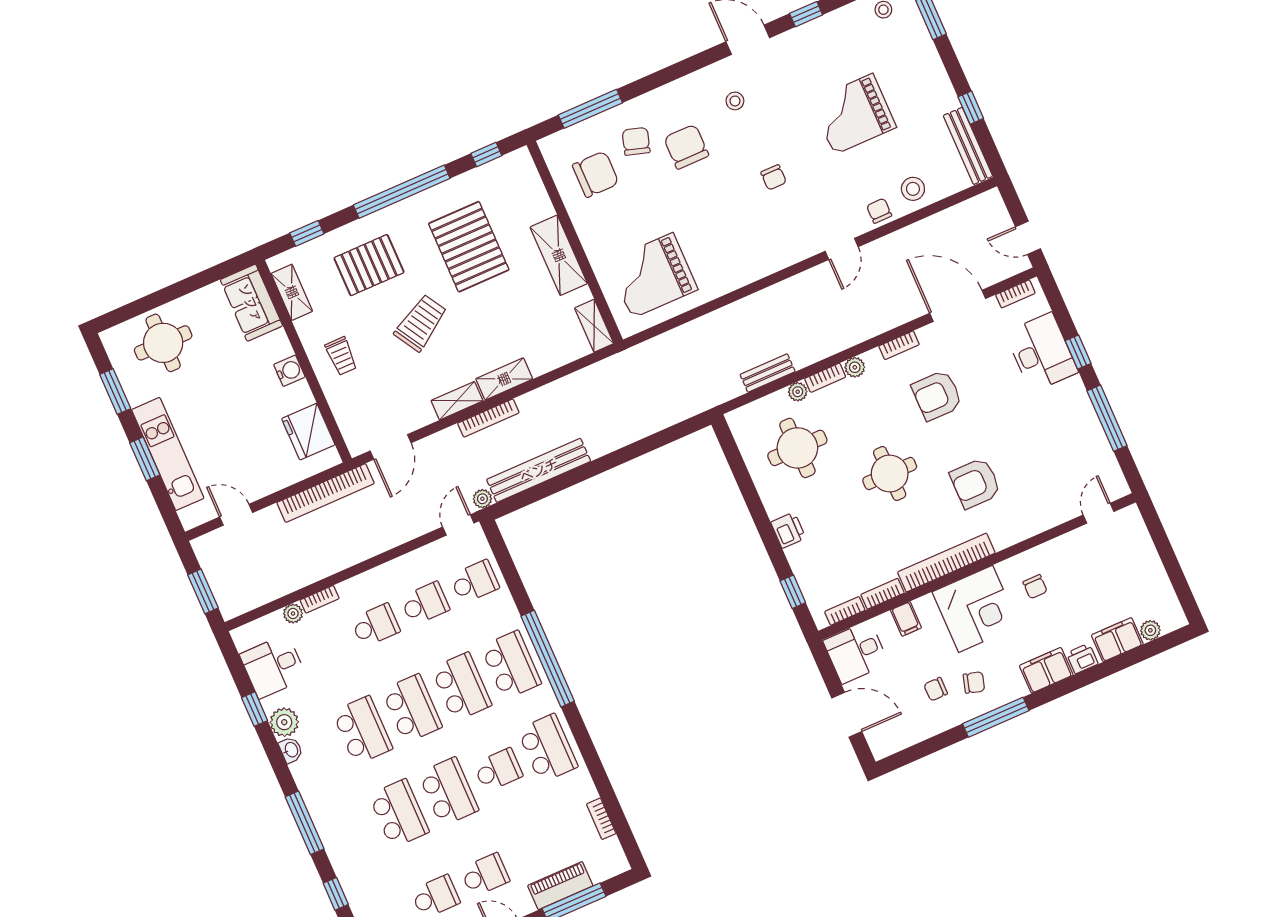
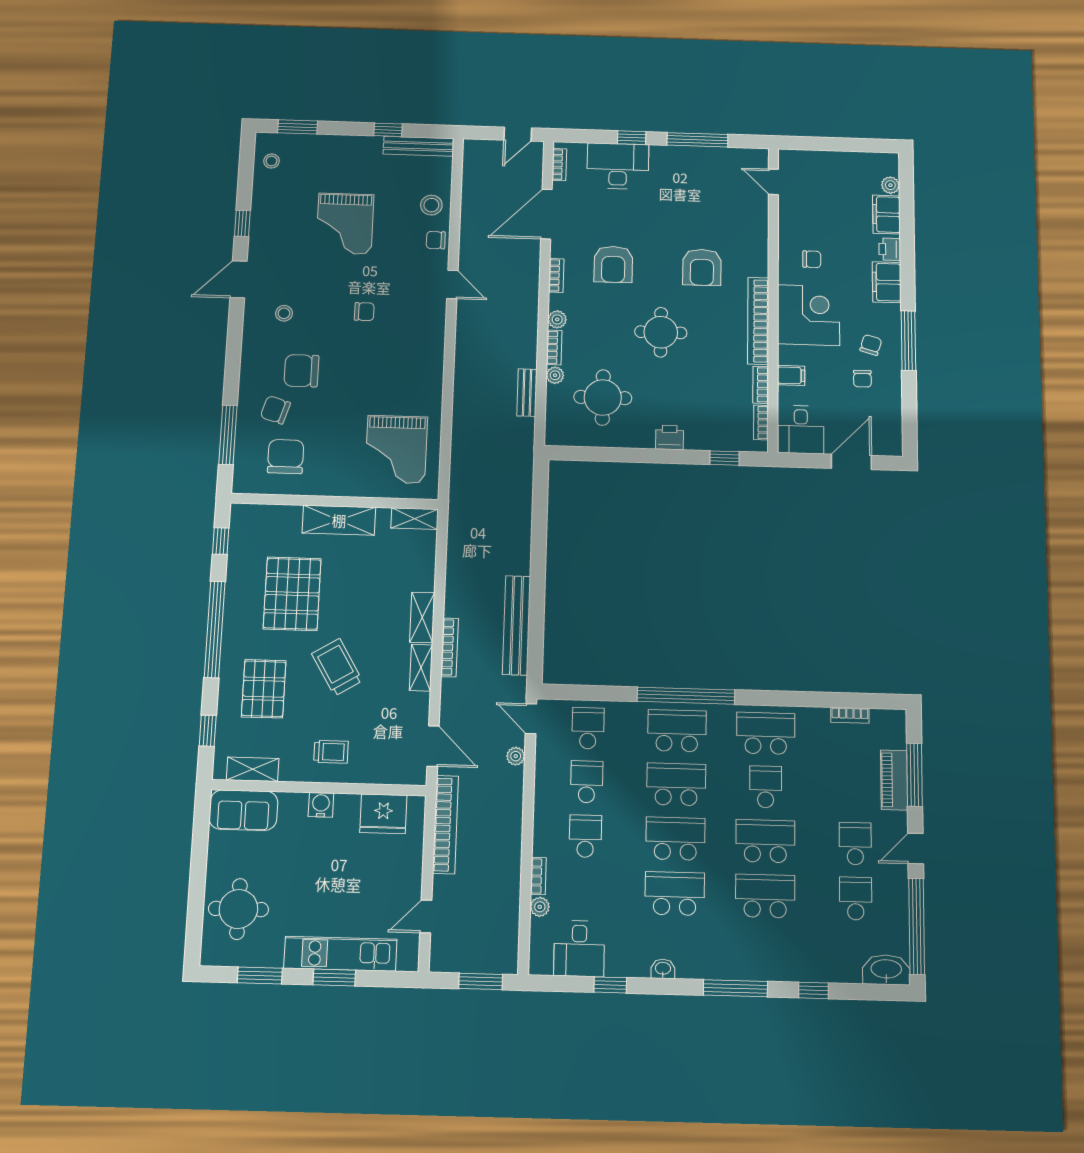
pallet: (469, 247) -> (292, 594), turned 90
plant: (482, 499) -> (516, 756), moved
plant: (284, 722) -> (635, 963), removed

